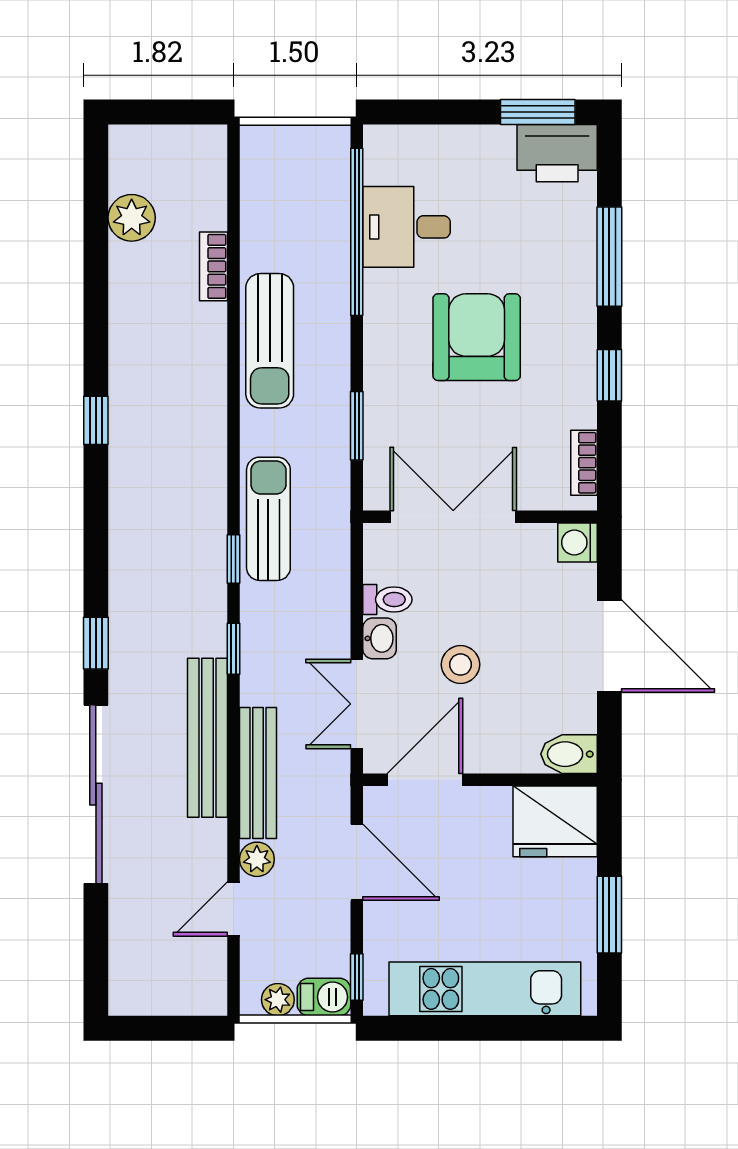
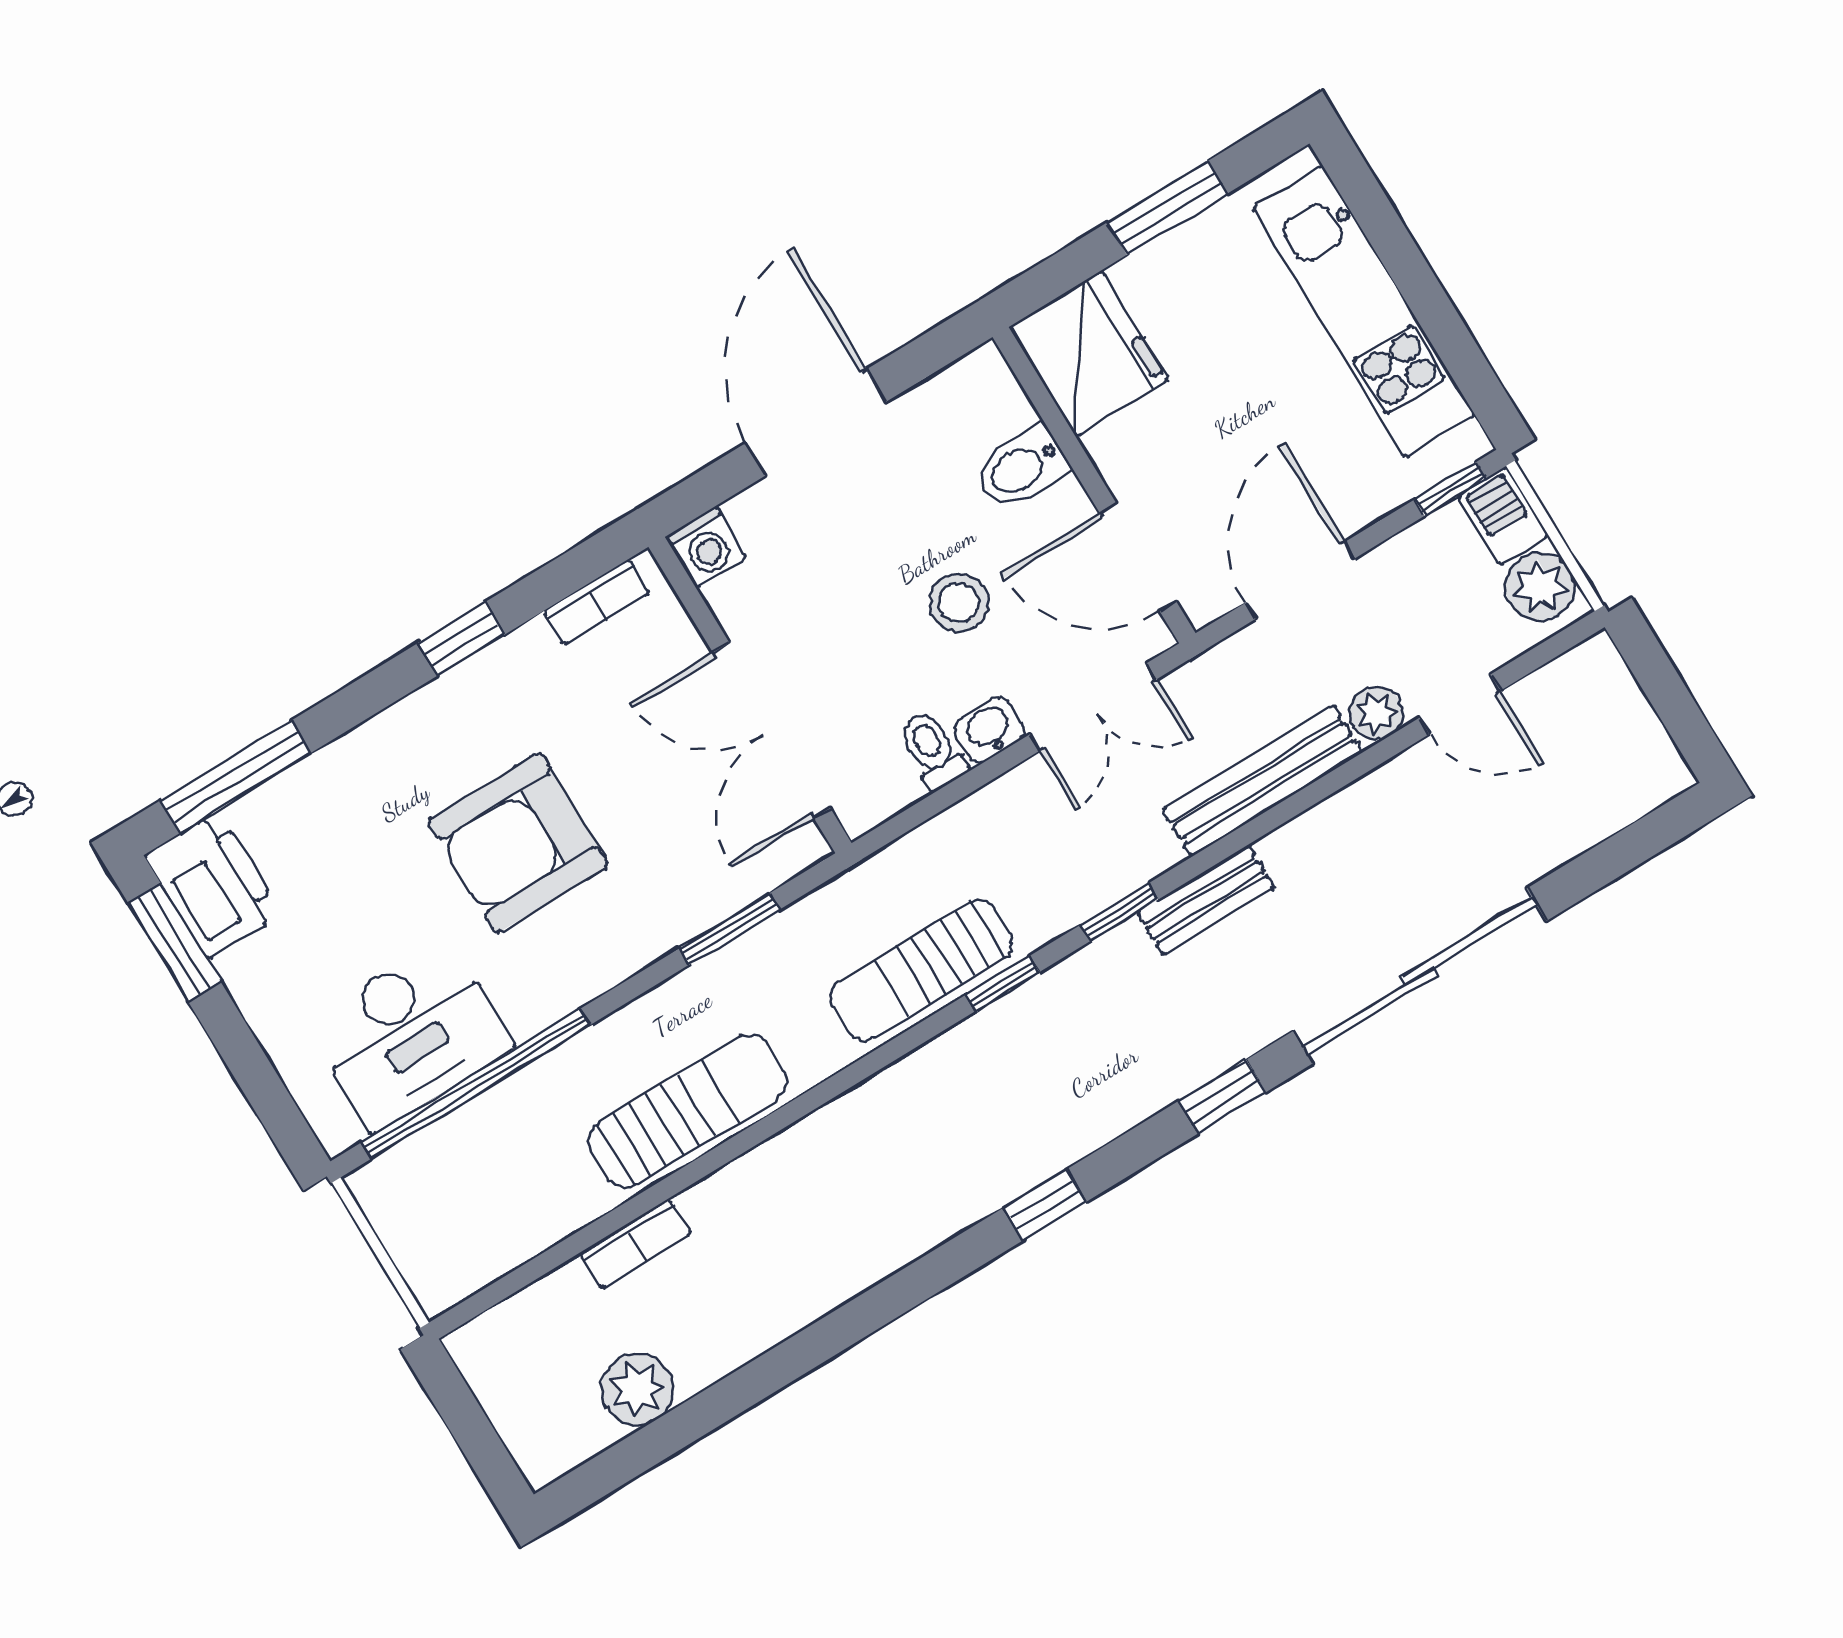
desk: (407, 227) -> (410, 1035), width x1.37
window: (609, 257) -> (236, 777), moved
window: (96, 420) -> (1045, 1205), moved
bench: (208, 738) -> (1206, 900), width x0.54, depth x0.82
bidet: (569, 754) -> (1022, 468), moved, turned 90
plant: (278, 1000) -> (1540, 587), width x1.38, depth x1.38

